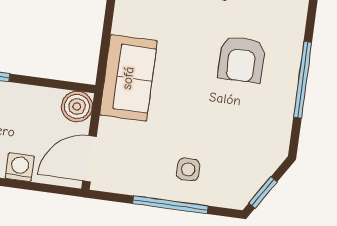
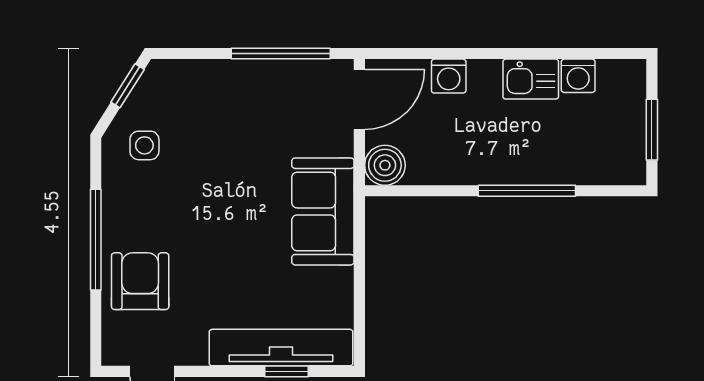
armchair: (241, 59) -> (140, 281), moved
side table: (188, 169) -> (144, 145), moved
window: (170, 205) -> (281, 54), moved

